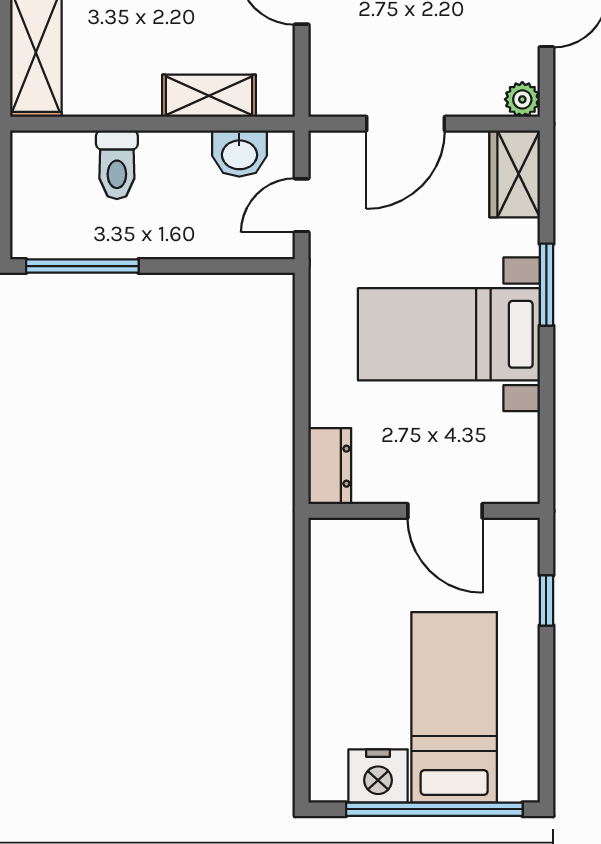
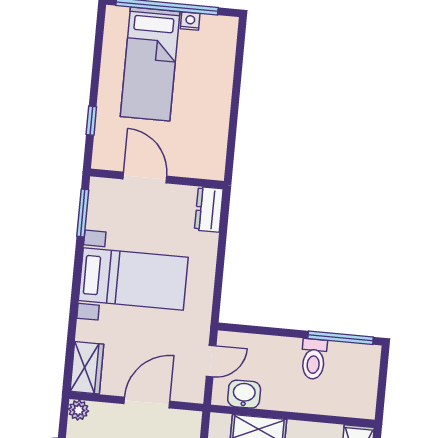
toilet: (117, 165) -> (314, 359), moved, turned 180
window: (546, 285) -> (83, 213), moved
nightstand: (378, 776) -> (190, 21), width x0.53, depth x0.56

